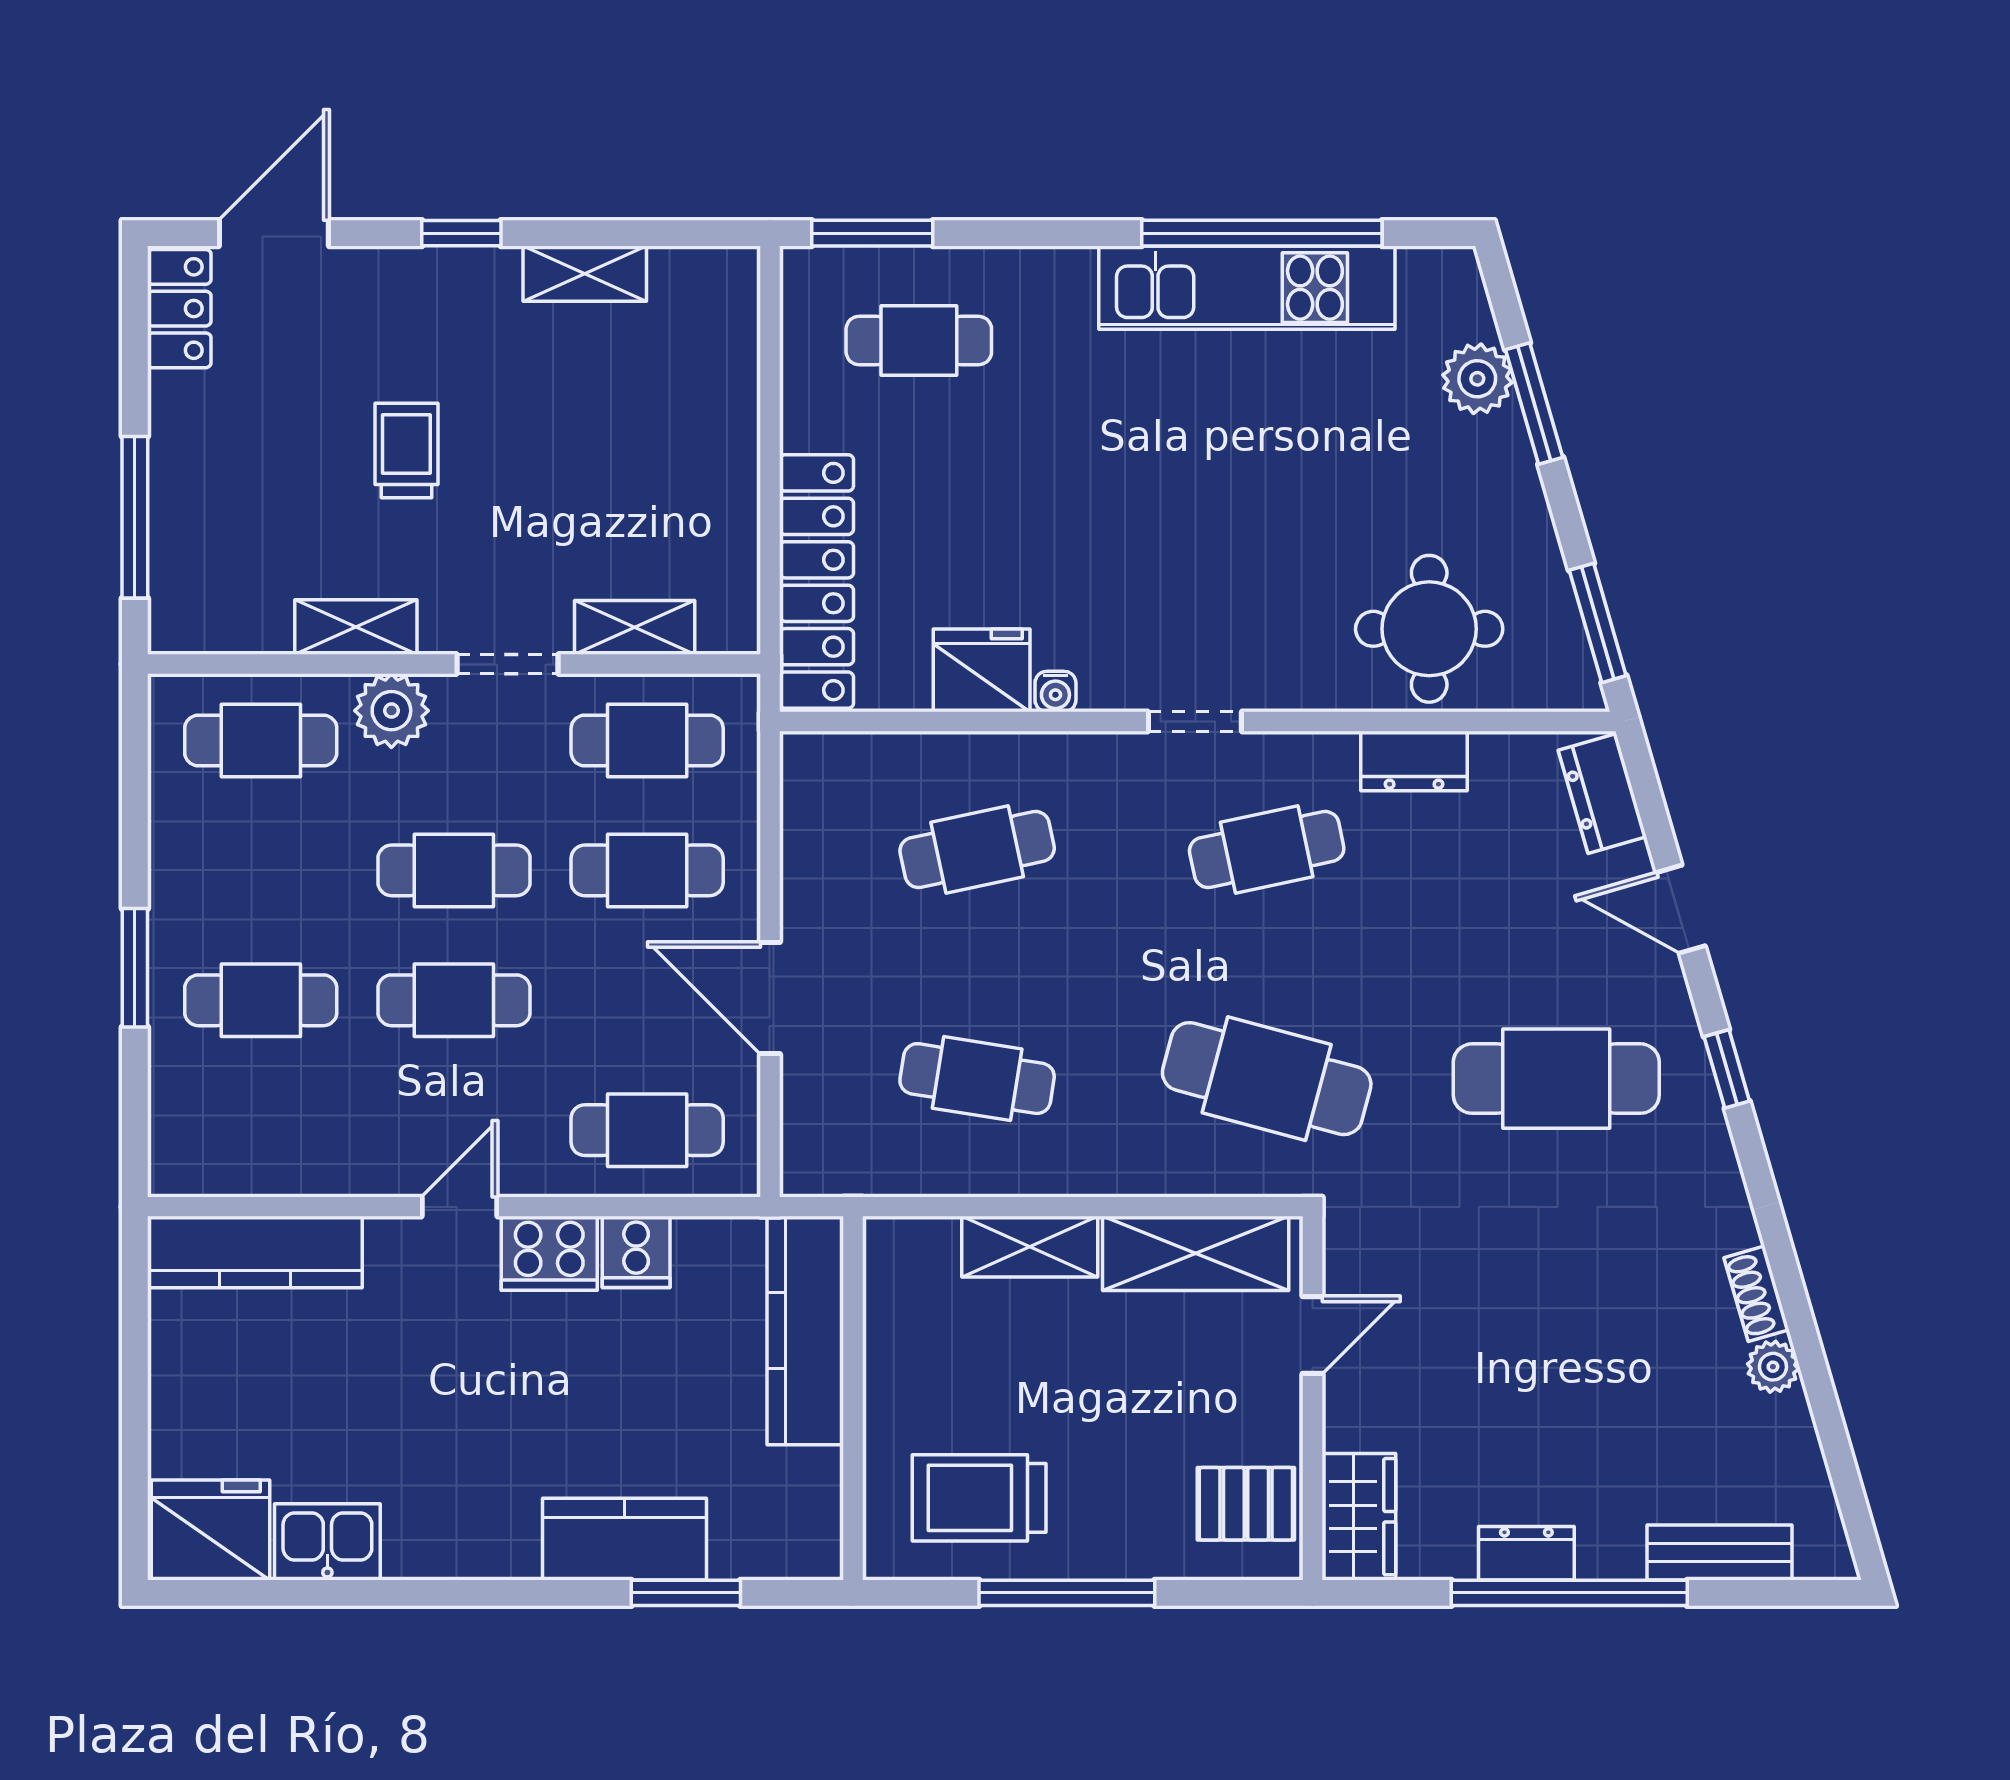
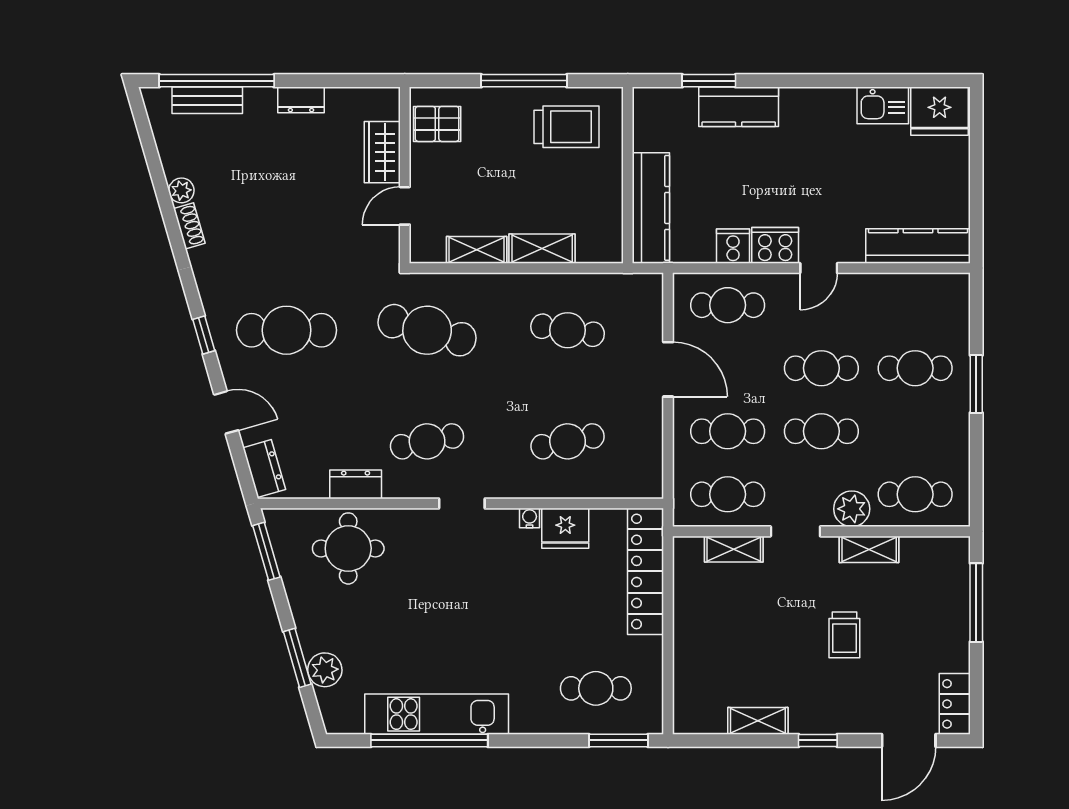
shelving: (1196, 1253) -> (477, 250), width x0.67, depth x0.75
wardrobe: (1359, 1517) -> (382, 152), moved
window: (1569, 1593) -> (217, 81), moved

